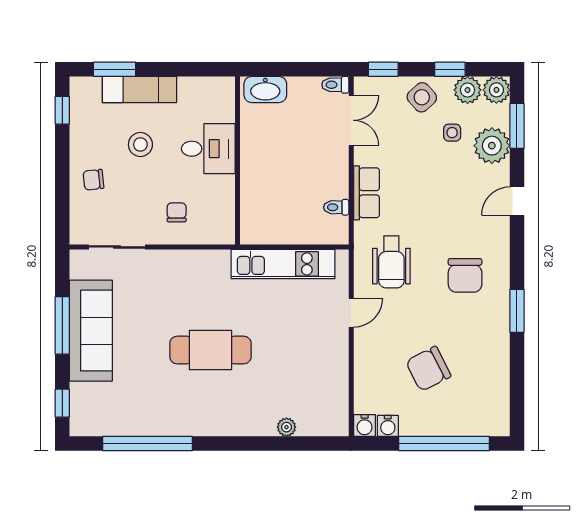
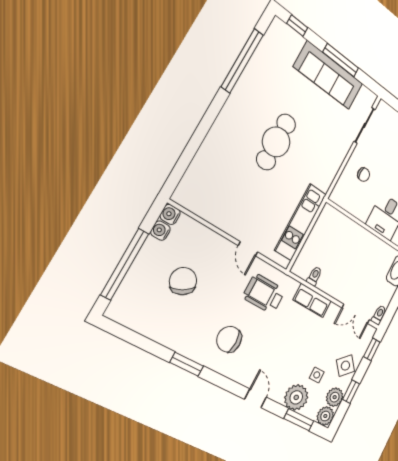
plant: (286, 427) -> (200, 160), removed

